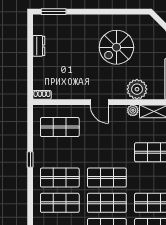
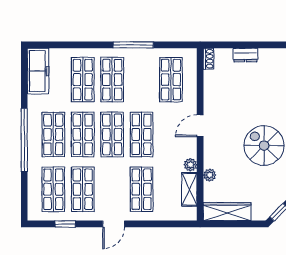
dresser: (39, 46) -> (245, 55), moved
plant: (137, 89) -> (210, 175), width x0.53, depth x0.53
shop shelf: (107, 152) -> (142, 134), added
window: (30, 160) -> (133, 45), width x2.17

